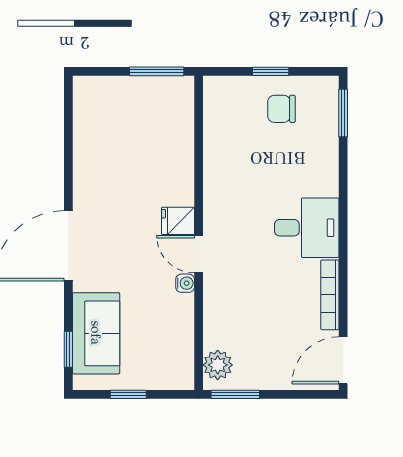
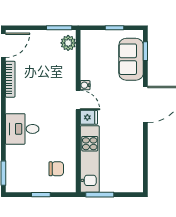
chair: (282, 109) -> (56, 169), moved
kitchen unit: (176, 140) -> (90, 159), added
desk: (307, 228) -> (22, 129), moved

